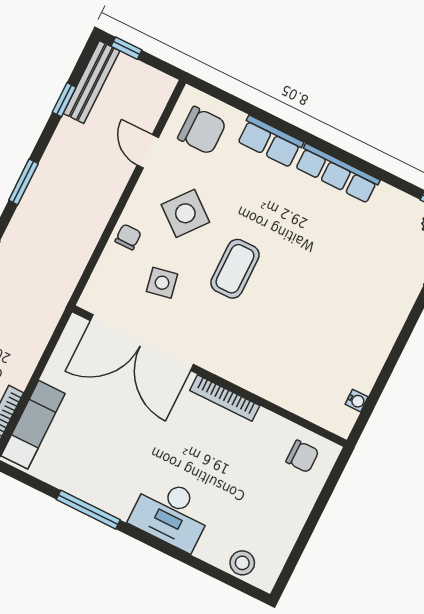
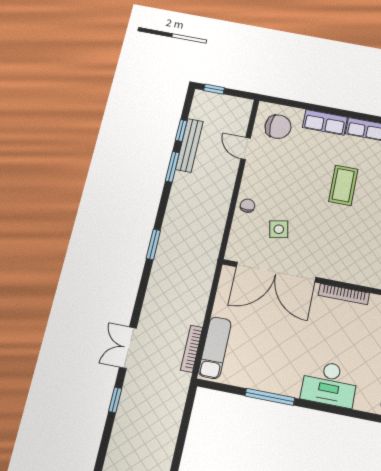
bench: (92, 82) -> (189, 145), moved
window: (23, 182) -> (172, 167), moved
side table: (185, 213) -> (282, 181), removed
coffee table: (235, 269) -> (343, 185), moved

